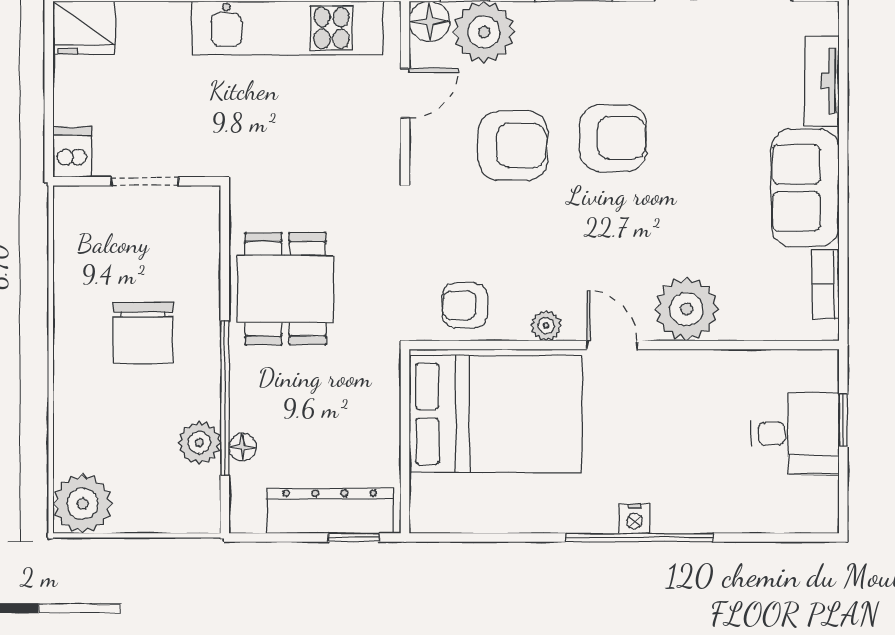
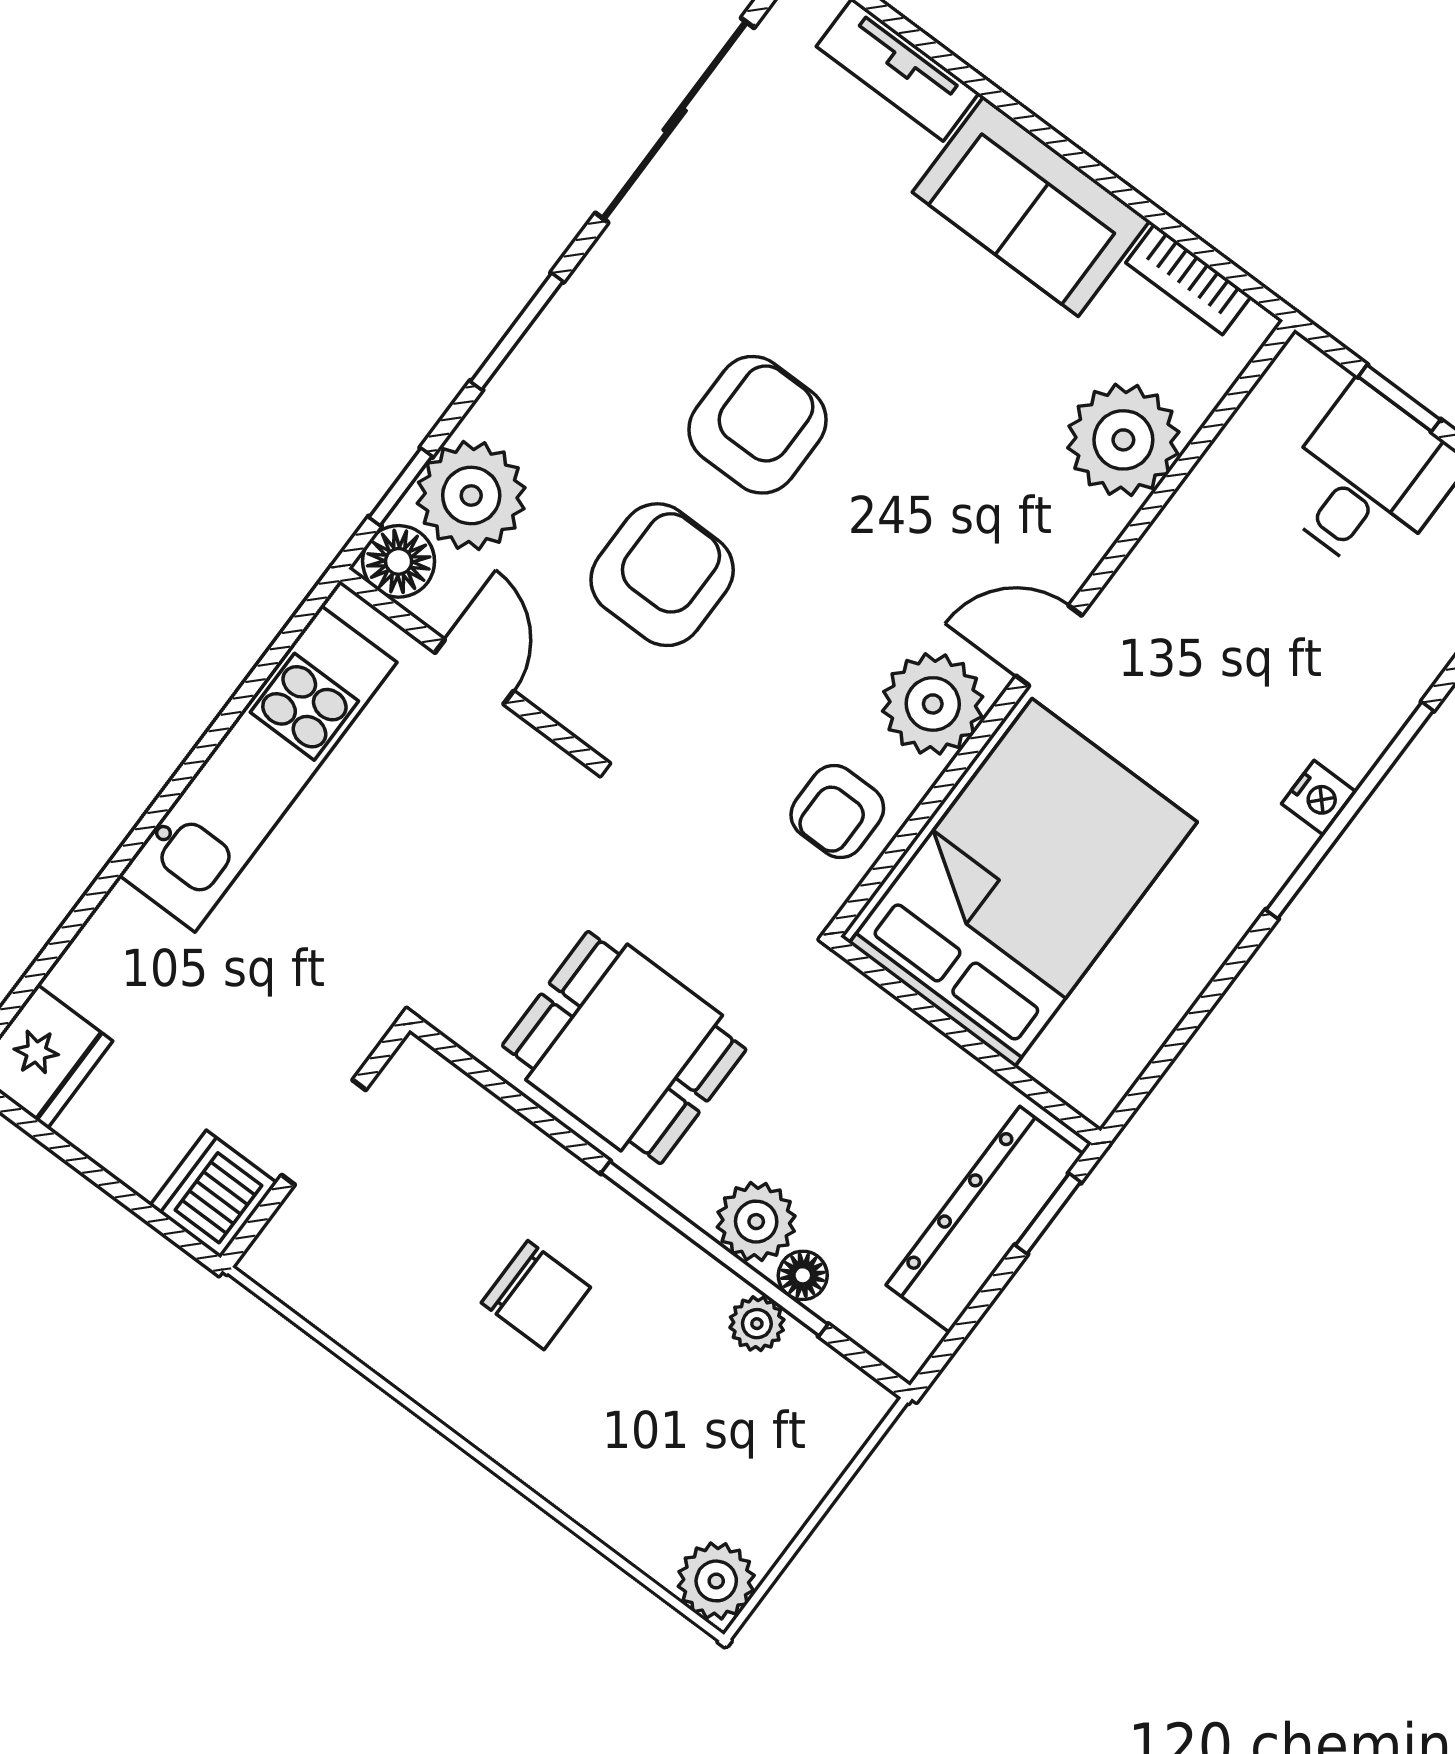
dishwasher: (72, 152) -> (213, 1194), width x1.38
plant: (687, 309) -> (1123, 440), moved
plant: (546, 326) -> (933, 704), width x1.88, depth x1.88
chair: (143, 333) -> (536, 1295), width x0.73, depth x0.73
plant: (251, 408) -> (756, 1222), added
plant: (199, 443) -> (757, 1324), width x0.73, depth x0.73
plant: (83, 504) -> (716, 1581), width x0.73, depth x0.73

